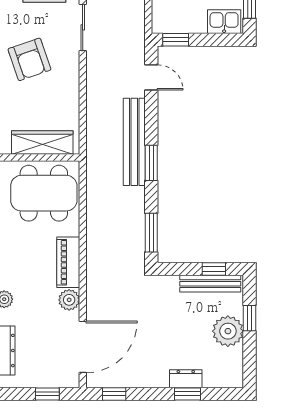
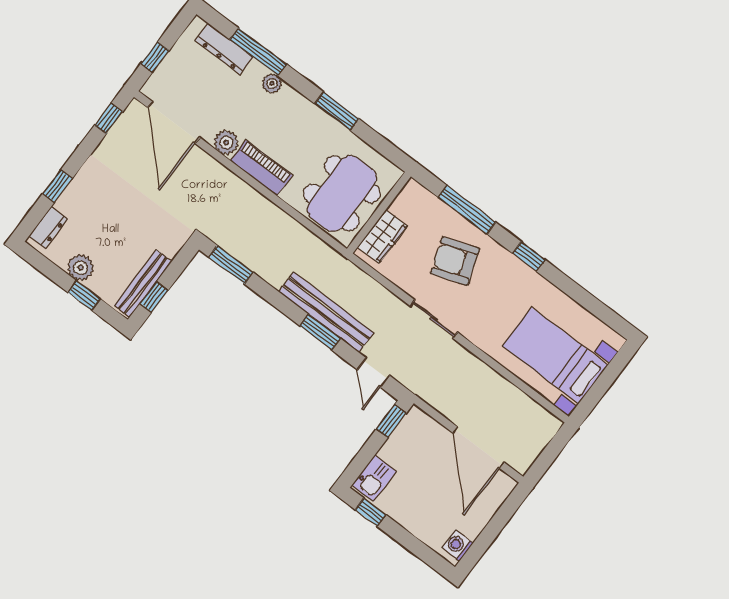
sliding door: (83, 27) -> (434, 319), moved
armchair: (29, 59) -> (455, 261), moved
door: (151, 77) -> (373, 373), hinge flipped
wardrobe: (42, 143) -> (382, 237), width x0.67
window: (151, 163) -> (320, 332), moved
plant: (228, 331) -> (81, 268), width x0.73, depth x0.73
dresser: (186, 379) -> (48, 227), moved

